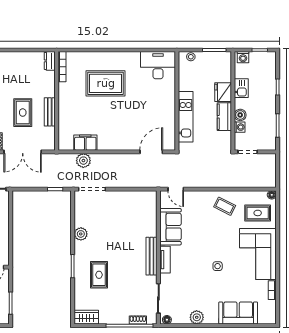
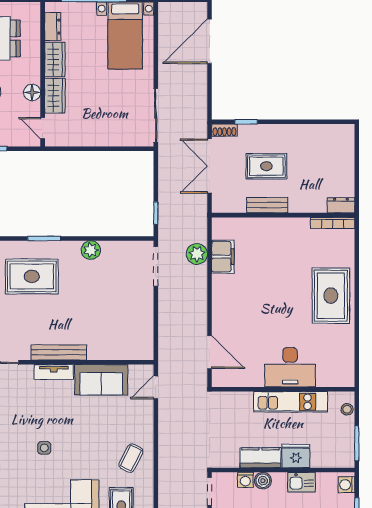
desk: (158, 65) -> (290, 367), moved, turned 90
rug: (106, 83) -> (331, 296), moved
kitchen unit: (186, 117) -> (291, 402), moved
rug: (99, 275) -> (32, 276), width x1.36, depth x1.43

